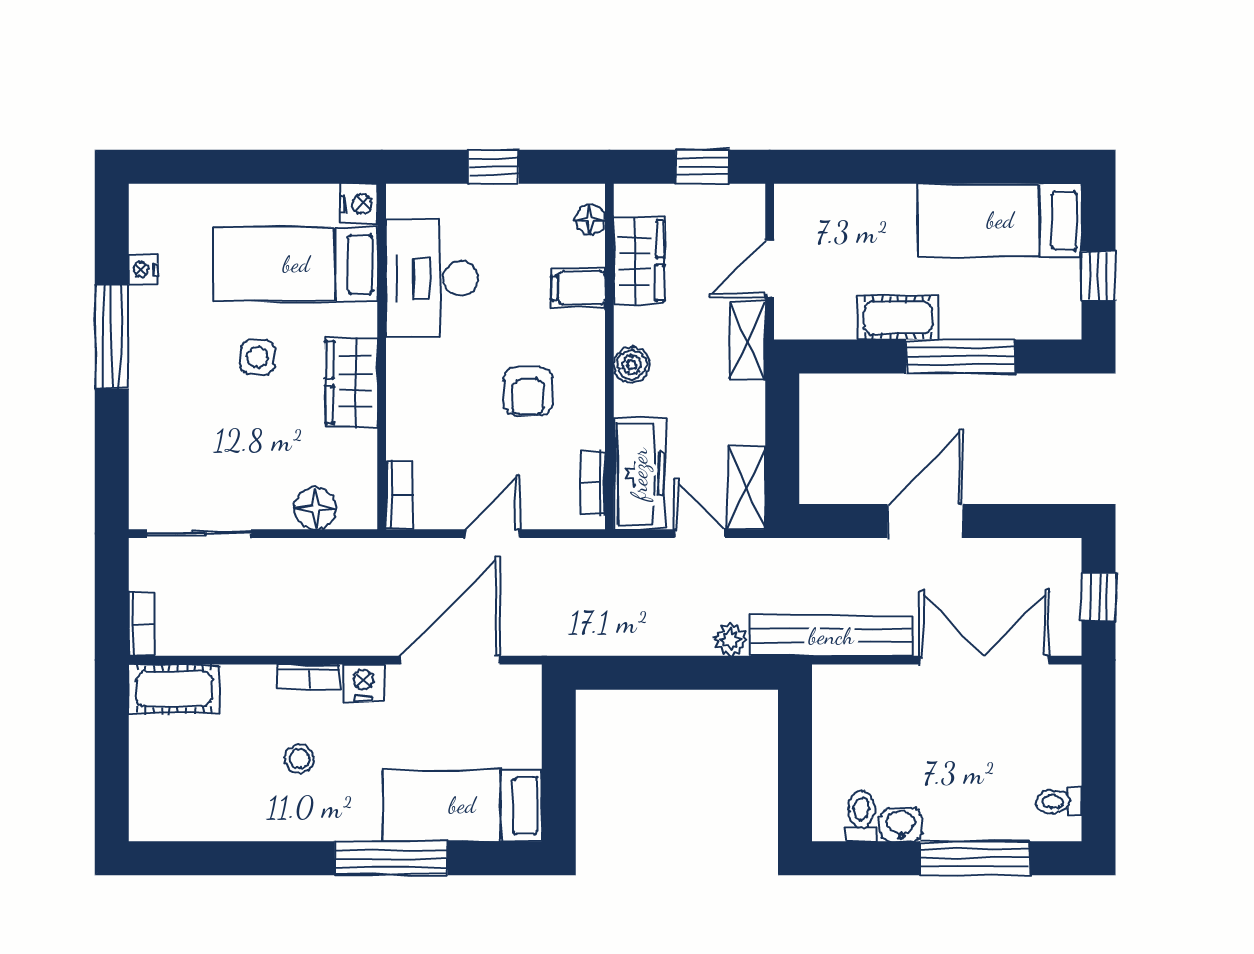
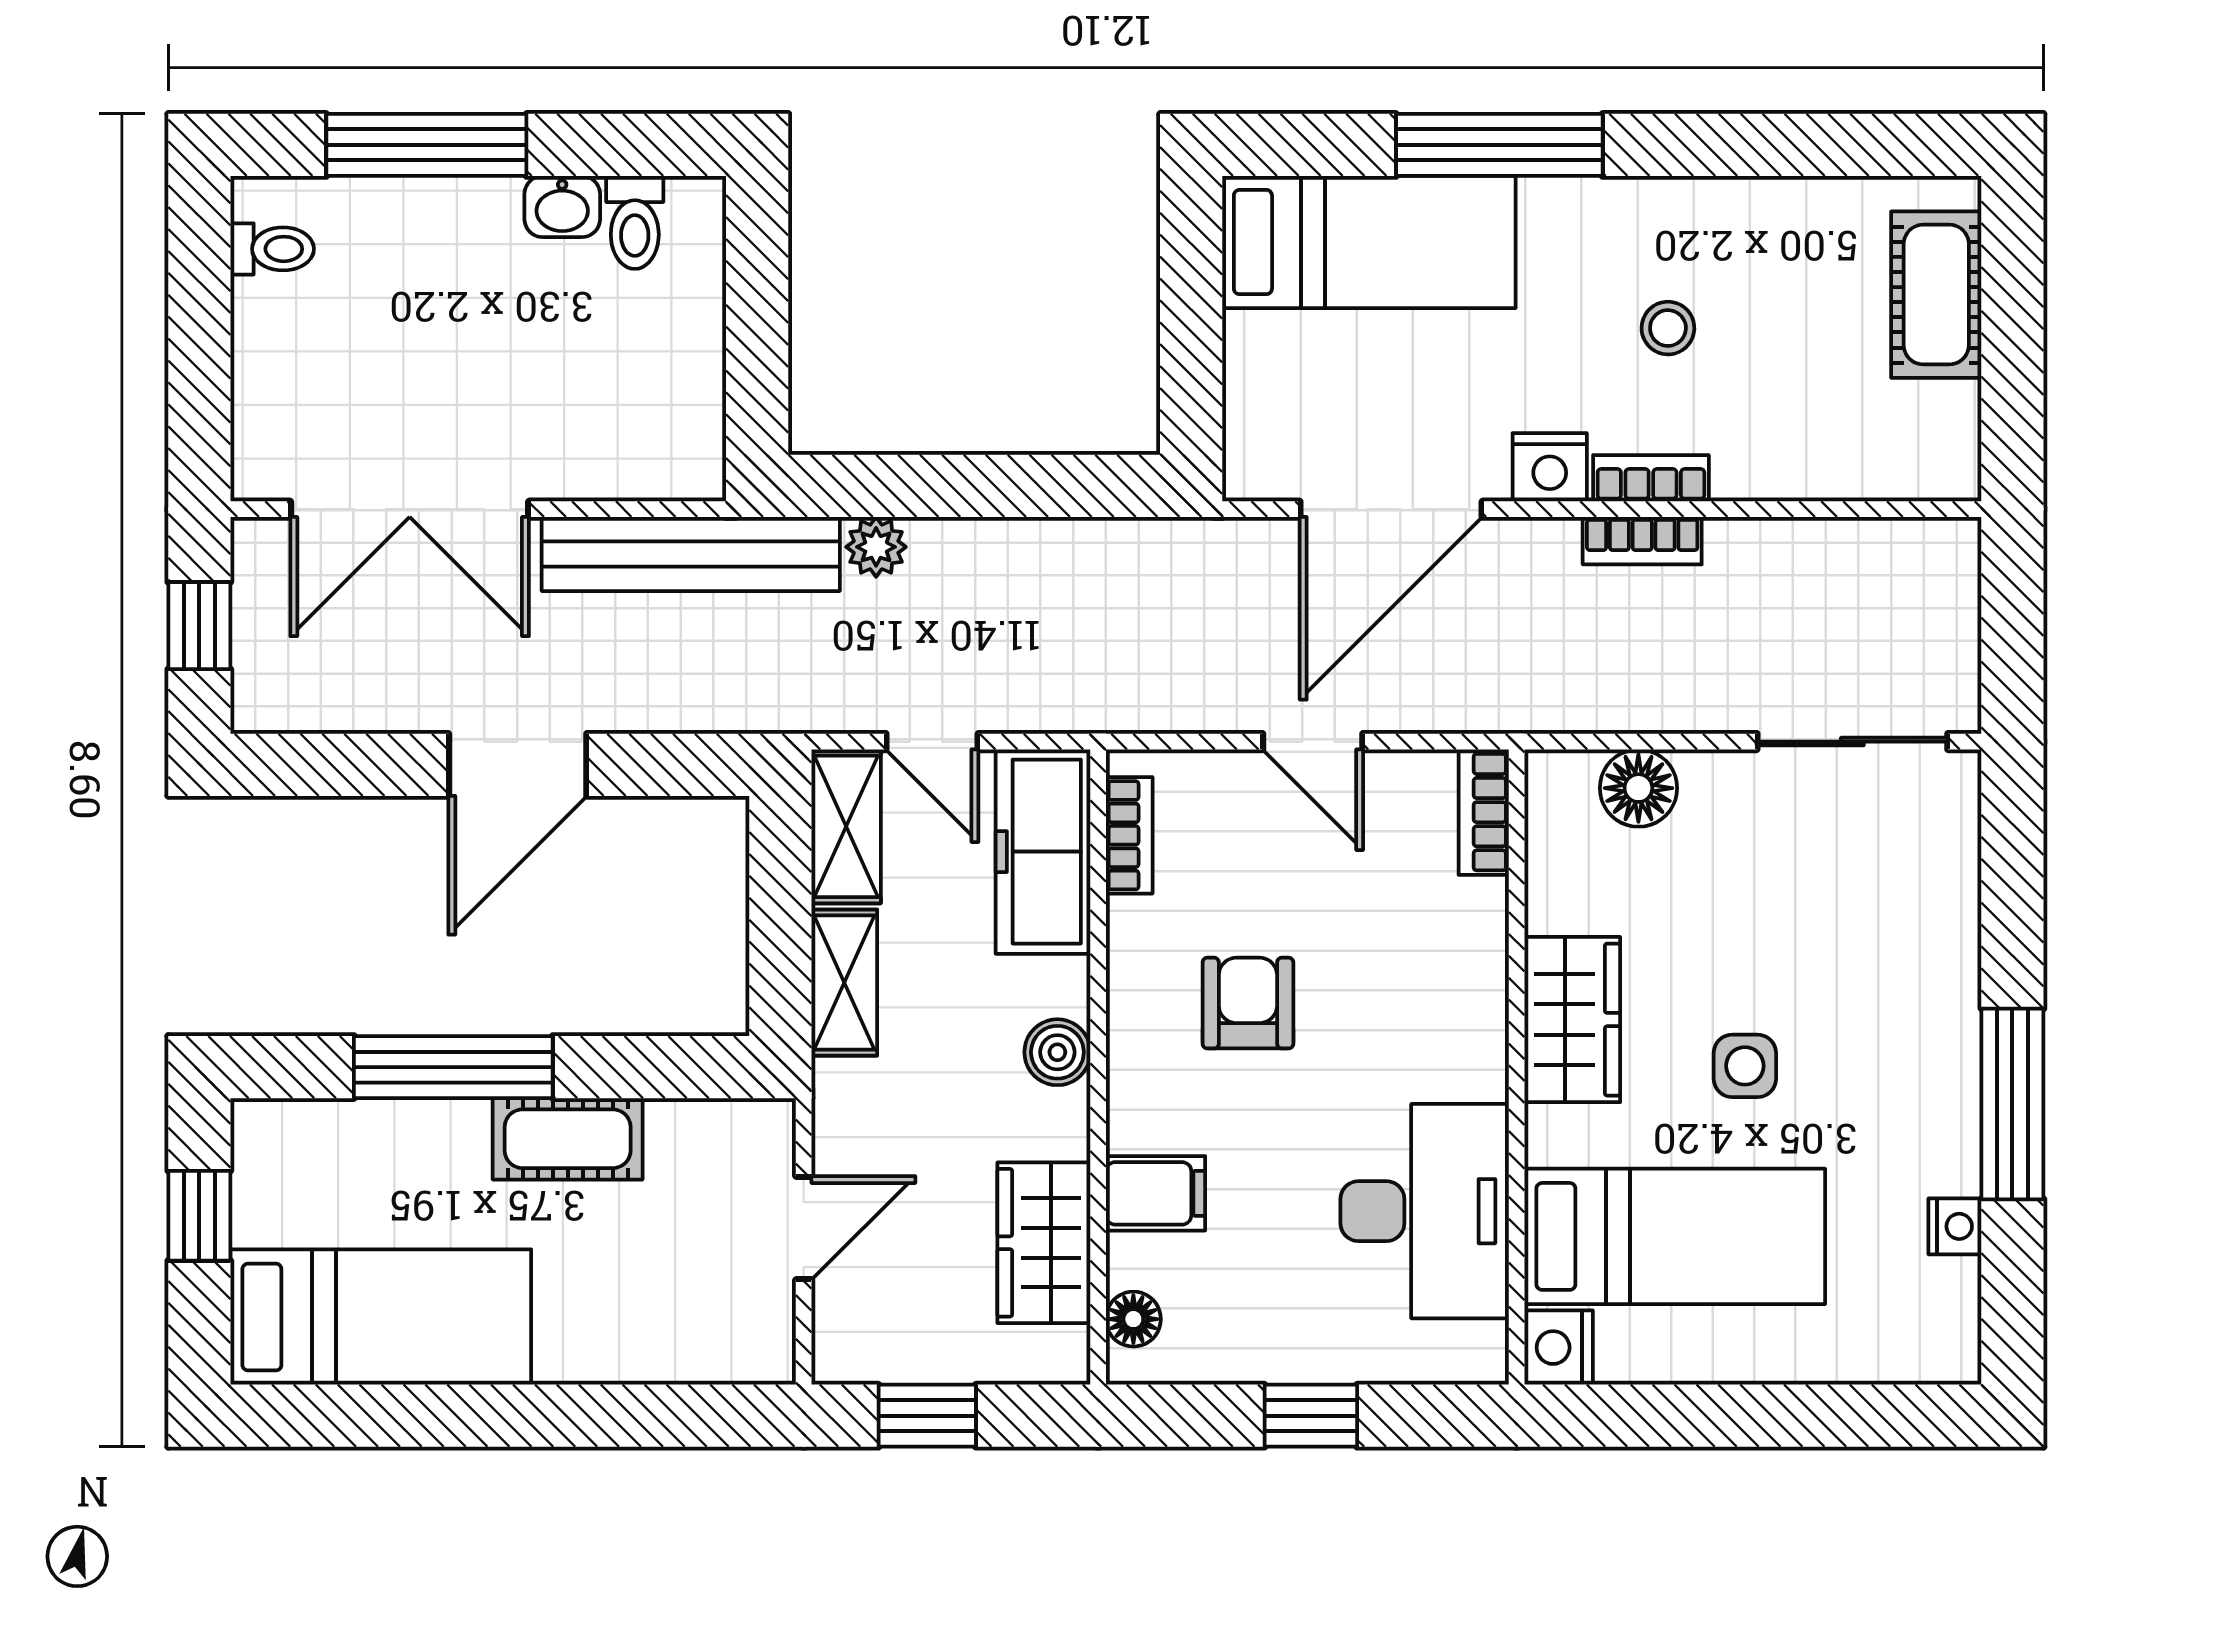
shelving: (748, 340) -> (844, 983), moved
door: (493, 534) -> (1313, 742), hinge flipped
bookcase: (142, 624) -> (1642, 541), moved, turned -90
cot: (174, 689) -> (1936, 295), moved, turned 90

